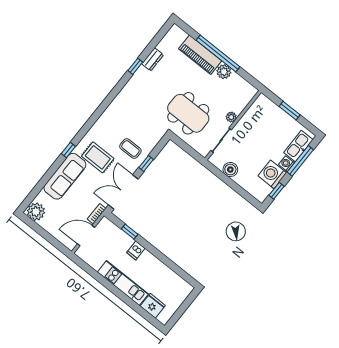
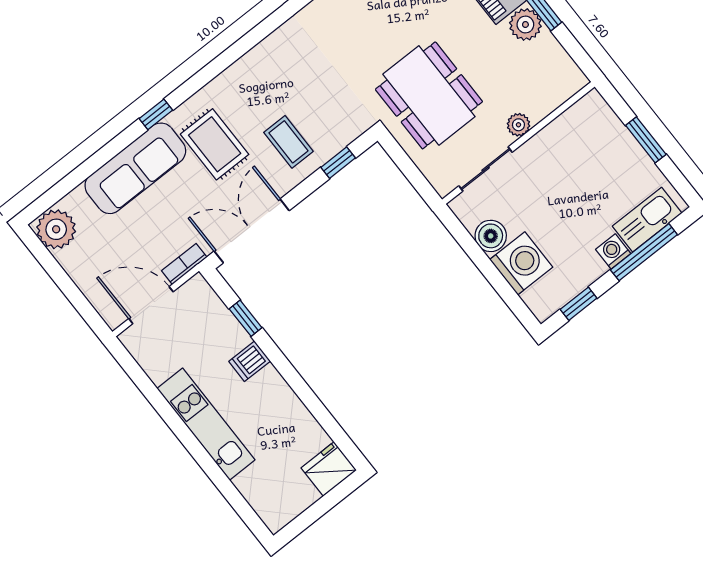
window: (146, 163) -> (338, 163), moved
washing machine: (272, 174) -> (521, 263), moved, turned 90
fridge: (153, 306) -> (329, 469), moved, turned -90

